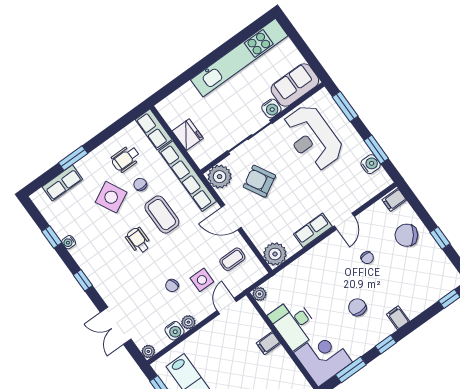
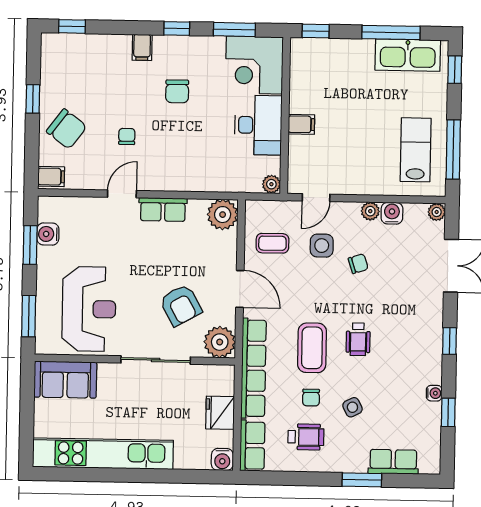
water cooler: (271, 108) -> (222, 459), moved, turned 180
side table: (111, 197) -> (352, 407), width x0.54, depth x0.54

